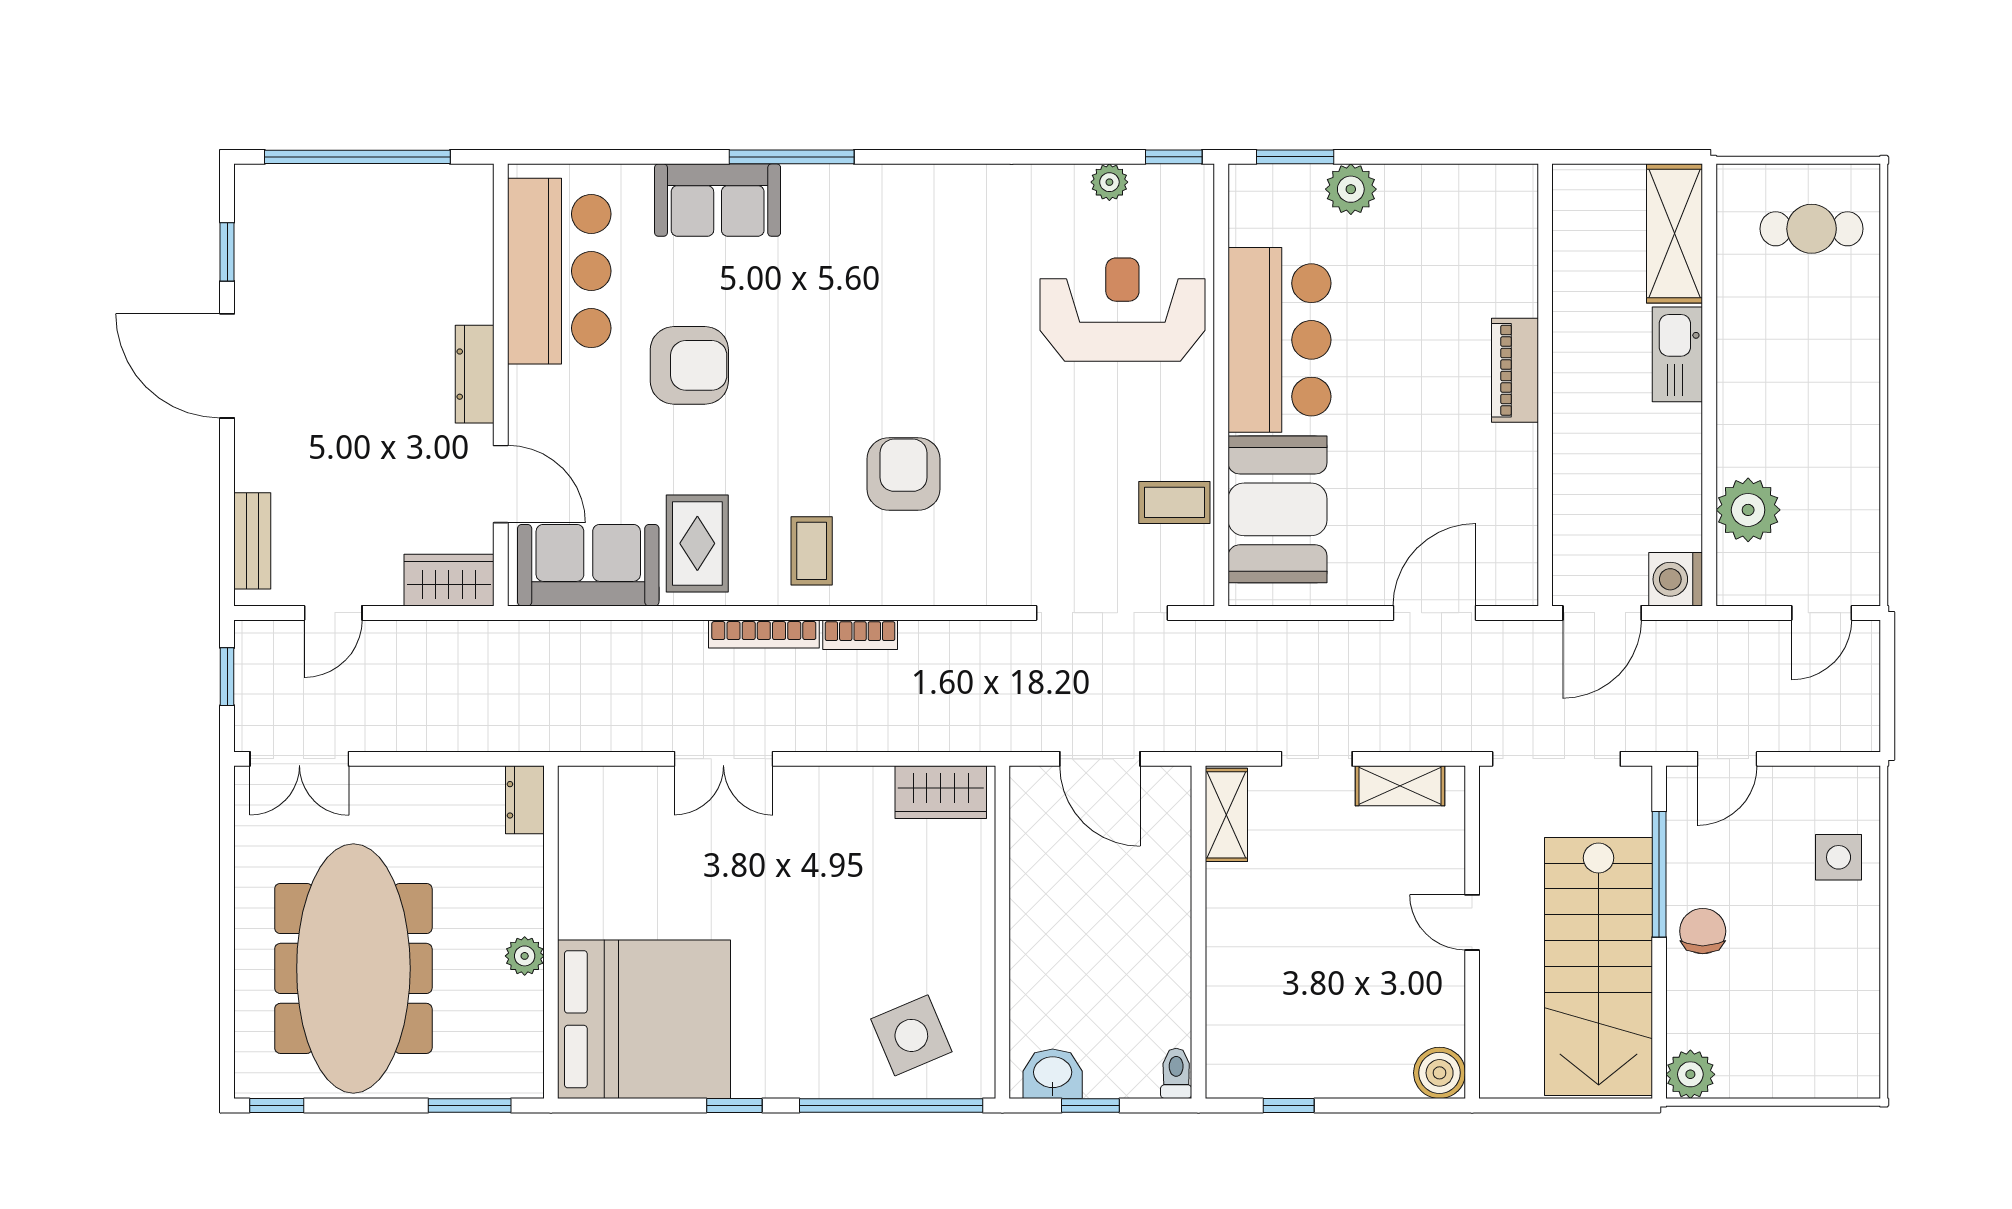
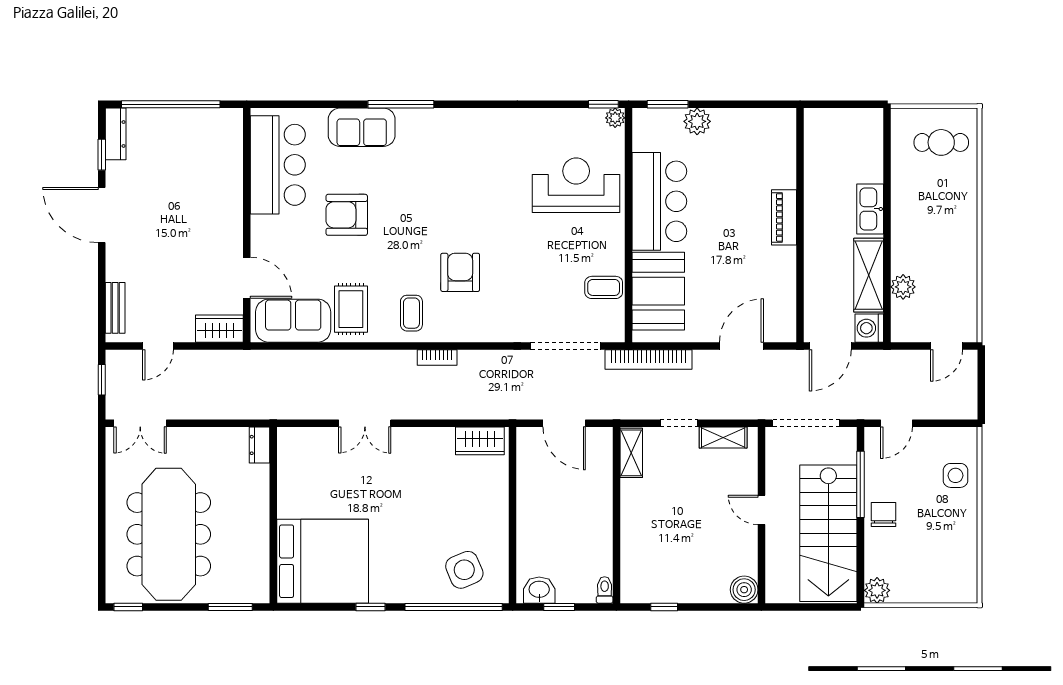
plant: (1109, 182) -> (615, 118), moved
shelving: (1675, 233) -> (869, 275), moved
armchair: (689, 365) -> (347, 215), turned 180
dresser: (475, 374) -> (116, 134), moved, turned 180
plant: (1748, 510) -> (903, 287), width x0.73, depth x0.73
bookcase: (764, 634) -> (649, 359), moved, width x1.48, depth x1.31
plant: (525, 956) -> (259, 528), removed

